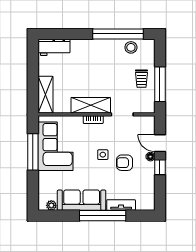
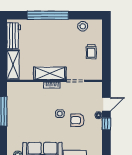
window: (118, 34) -> (48, 15), moved
workbench: (54, 47) -> (14, 36), moved, turned -90
window: (160, 84) -> (106, 56), removed
door: (160, 143) -> (106, 104), swing flipped
corner sofa: (55, 146) -> (21, 107), removed

